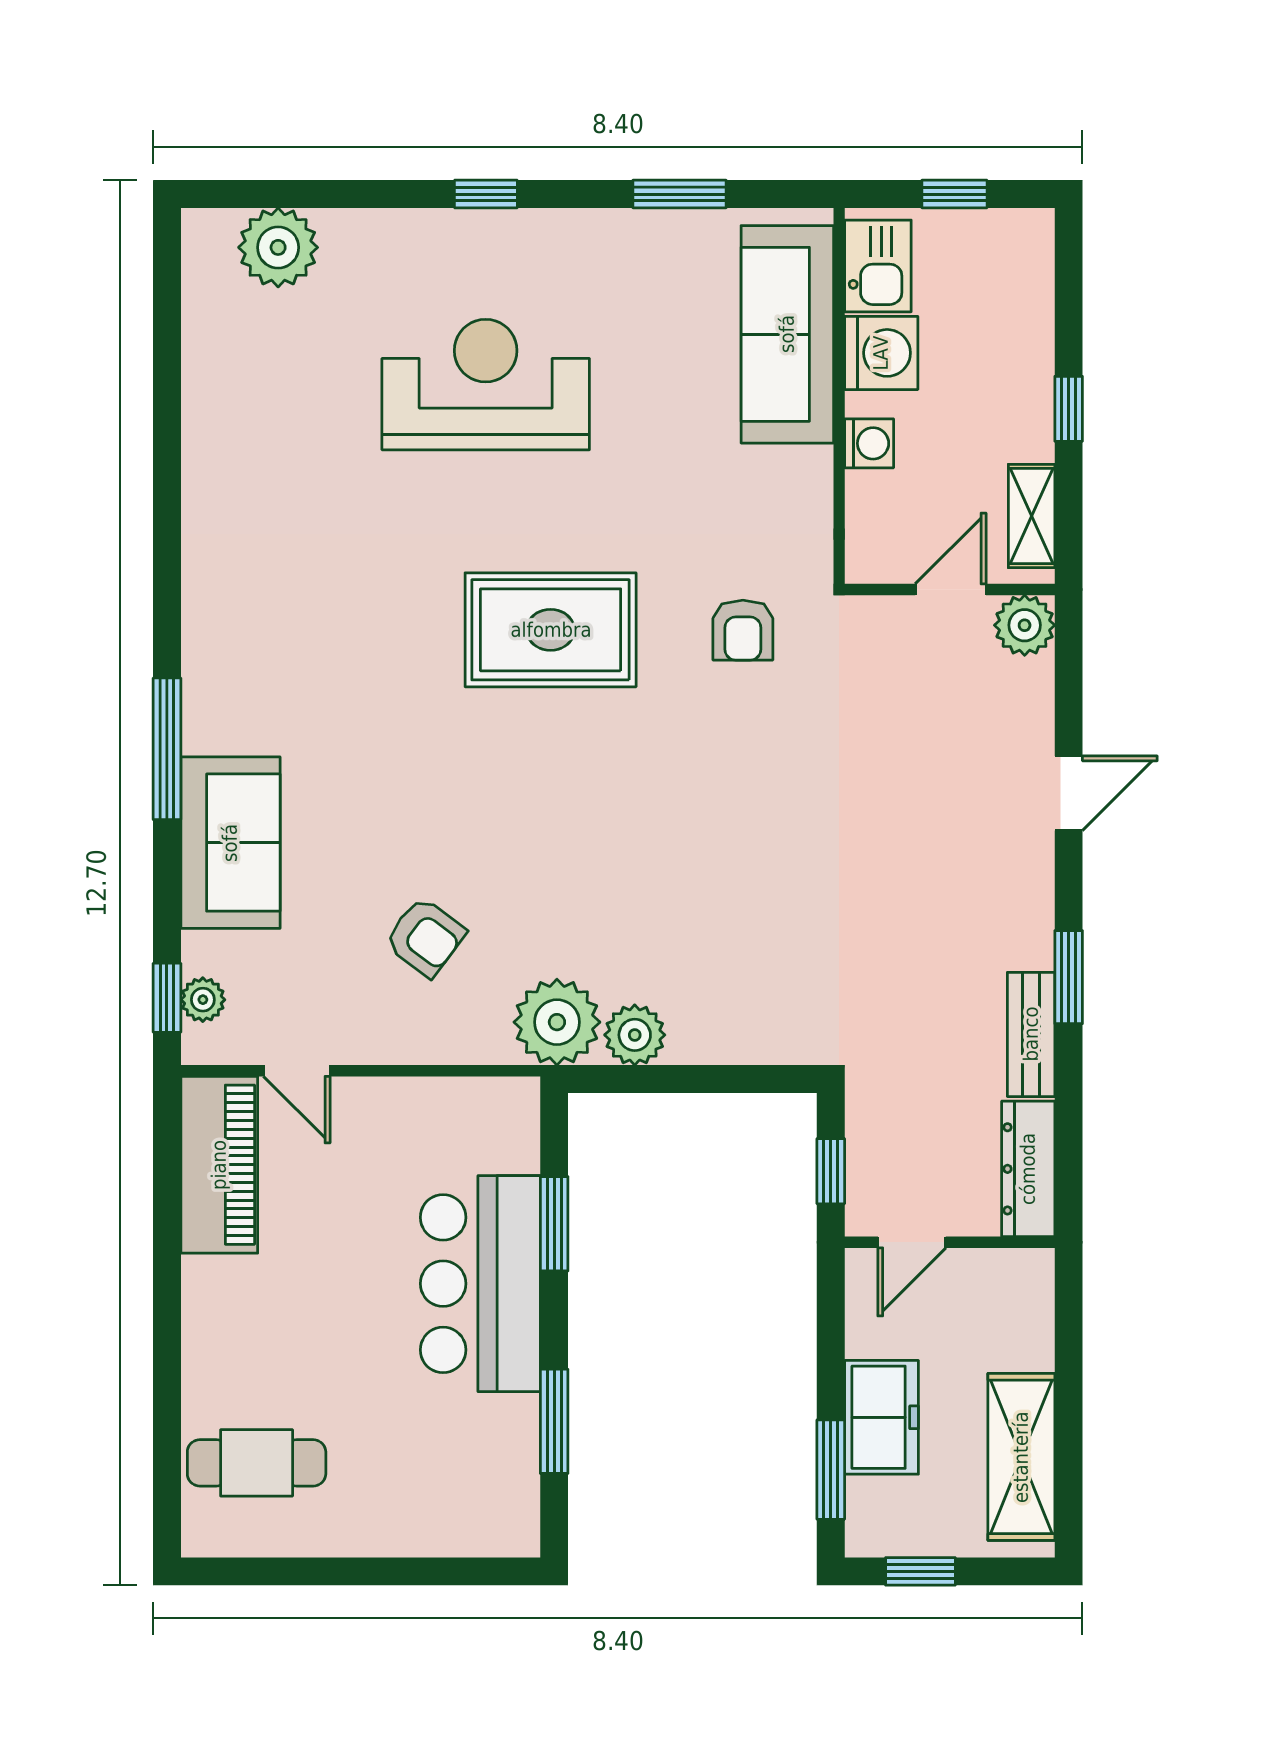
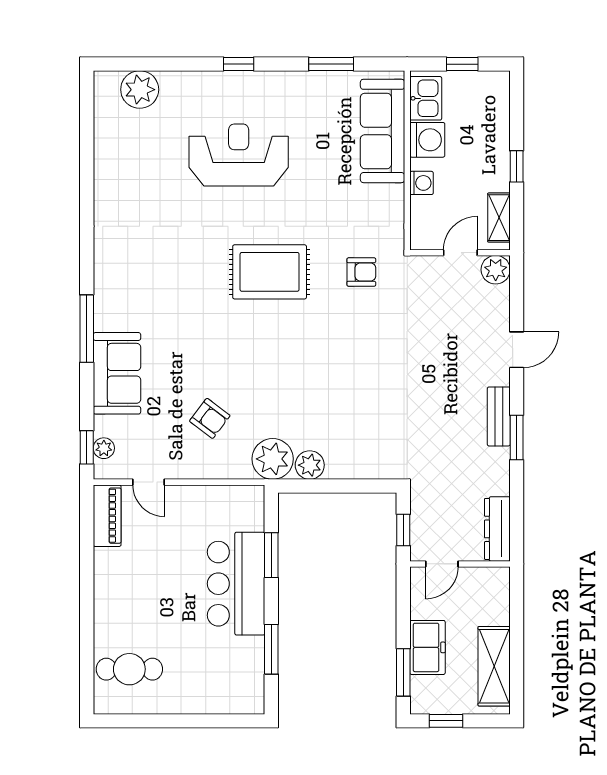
armchair: (743, 630) -> (361, 272), turned -90
bench: (1031, 1034) -> (499, 416), moved
piano: (219, 1165) -> (107, 516), width x0.73, depth x0.75

